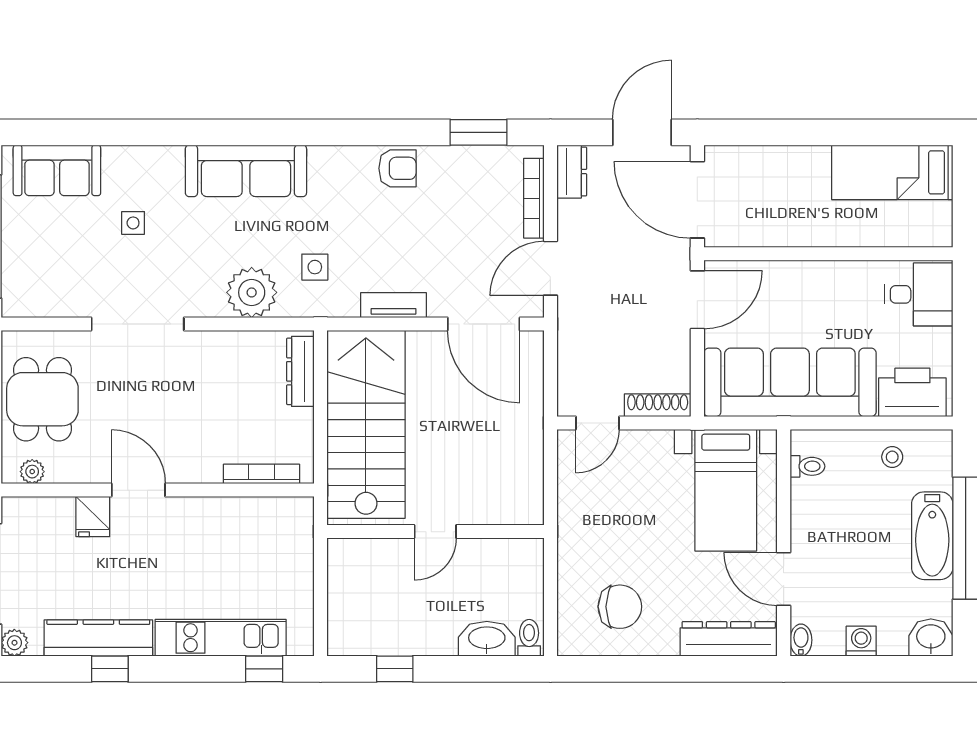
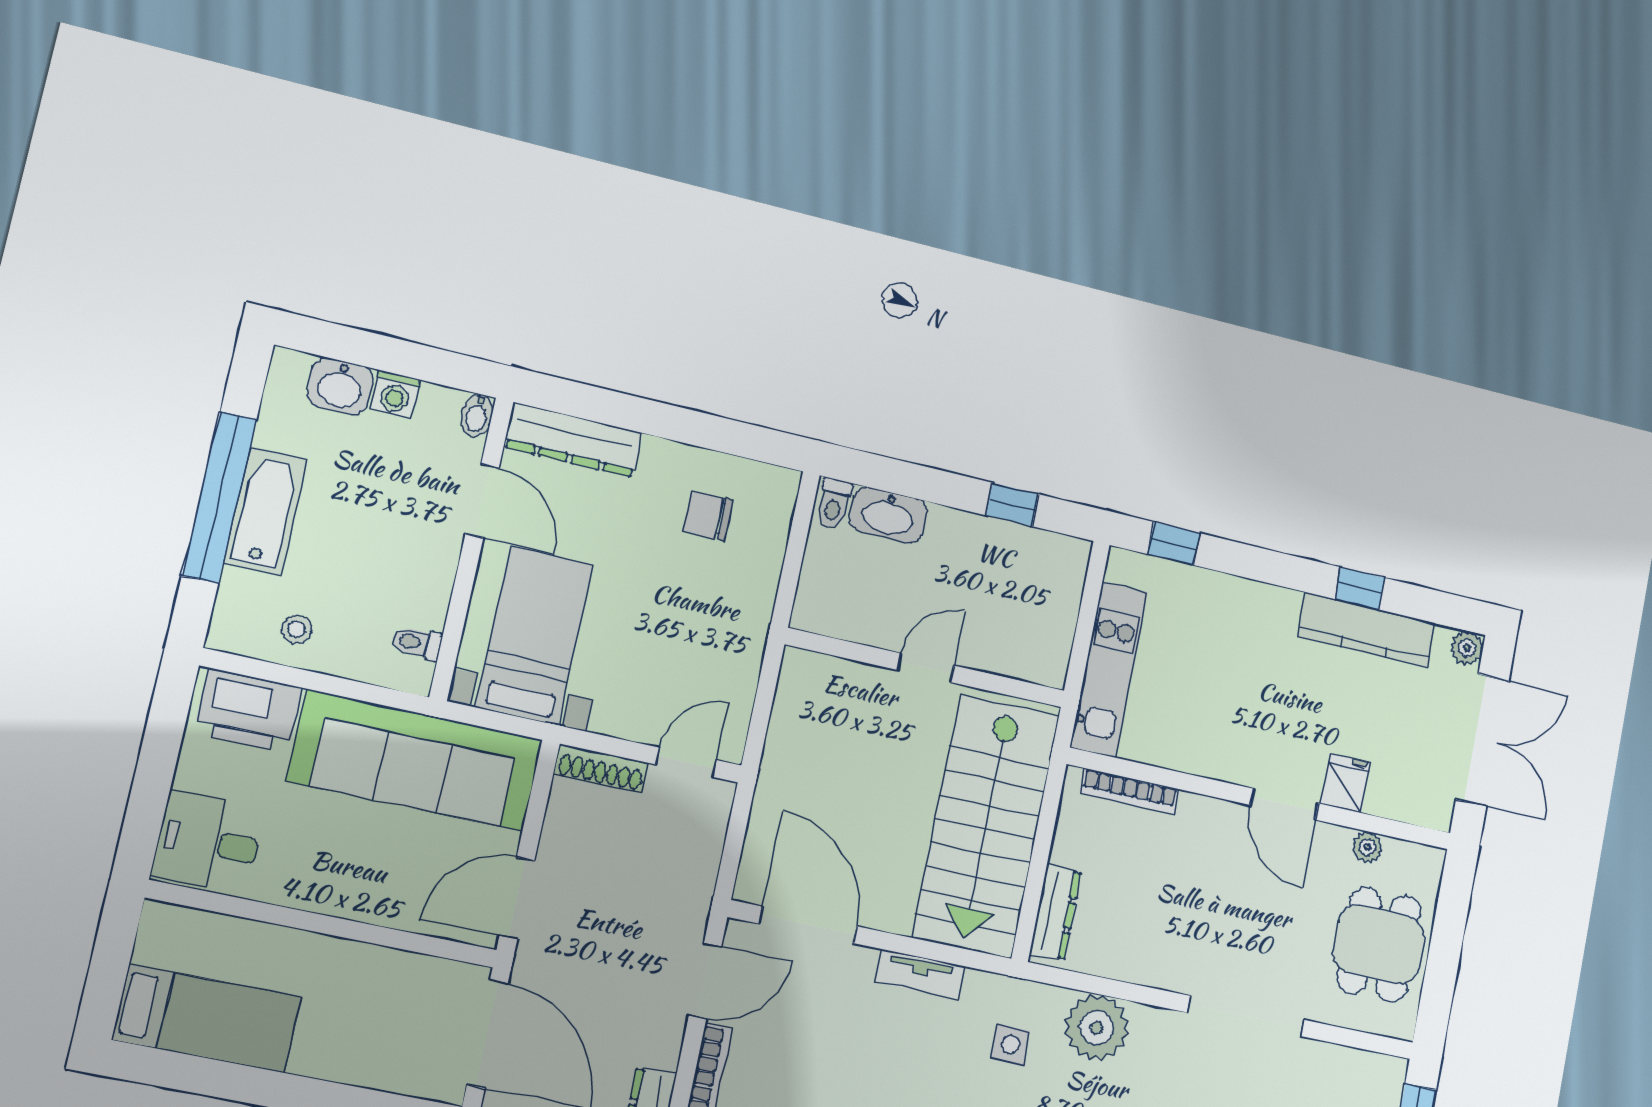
plant: (32, 472) -> (1368, 847), moved
chair: (620, 607) -> (708, 516), width x0.73, depth x0.73
washbasin: (931, 637) -> (340, 386), moved
kitchen unit: (221, 638) -> (1109, 669), moved, turned -90

